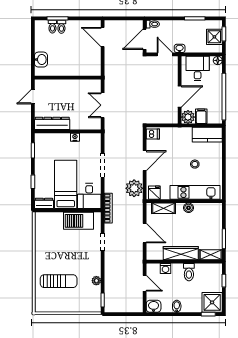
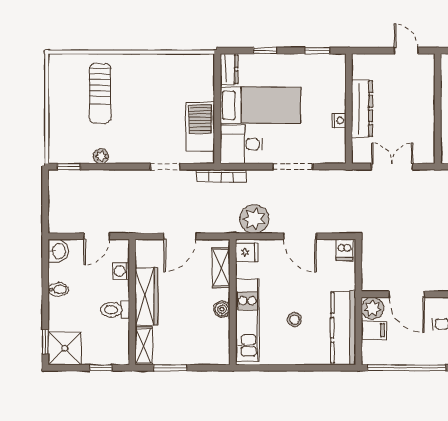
dresser: (52, 123) -> (362, 109), moved
kitchen counter: (207, 135) -> (343, 328), width x1.50

